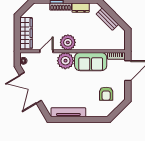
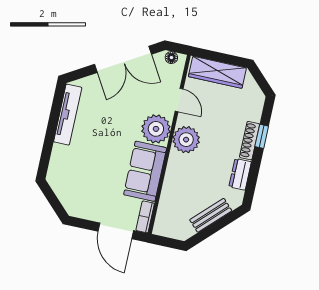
double door: (30, 88) -> (123, 59), swing flipped
armchair: (106, 94) -> (85, 185), removed

